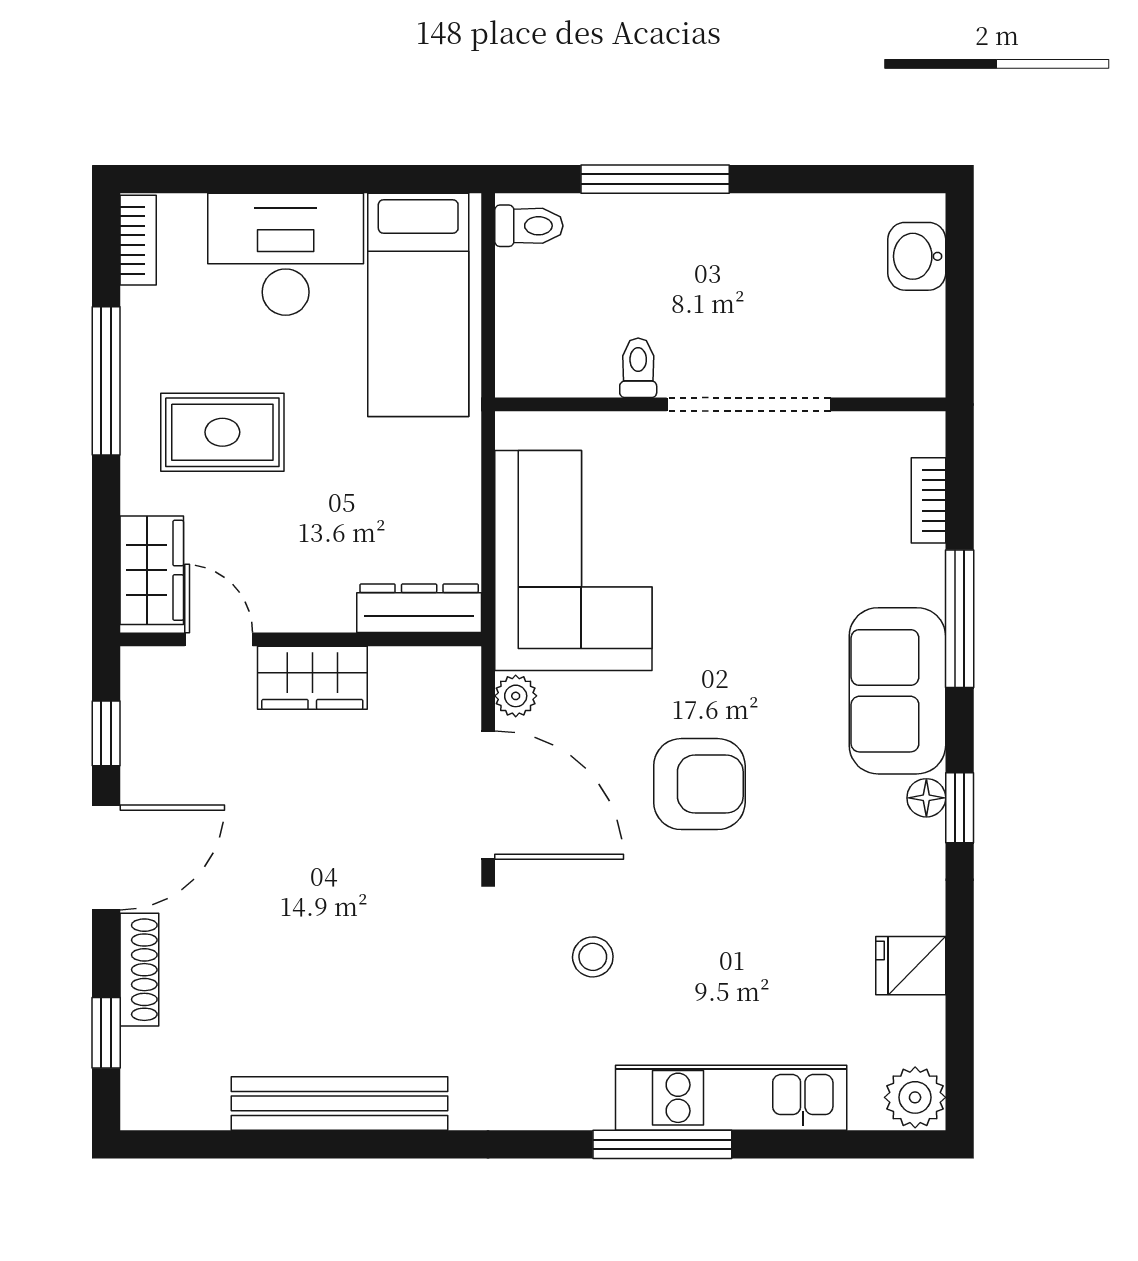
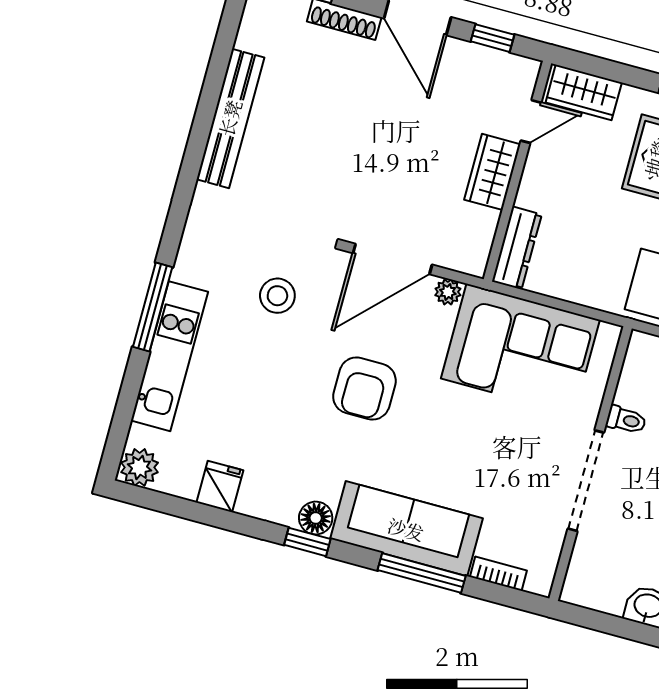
sofa: (897, 691) -> (406, 529), width x1.36
floor lamp: (926, 798) -> (316, 518), width x1.37, depth x1.37
stool: (593, 957) -> (277, 296), width x1.37, depth x1.37

